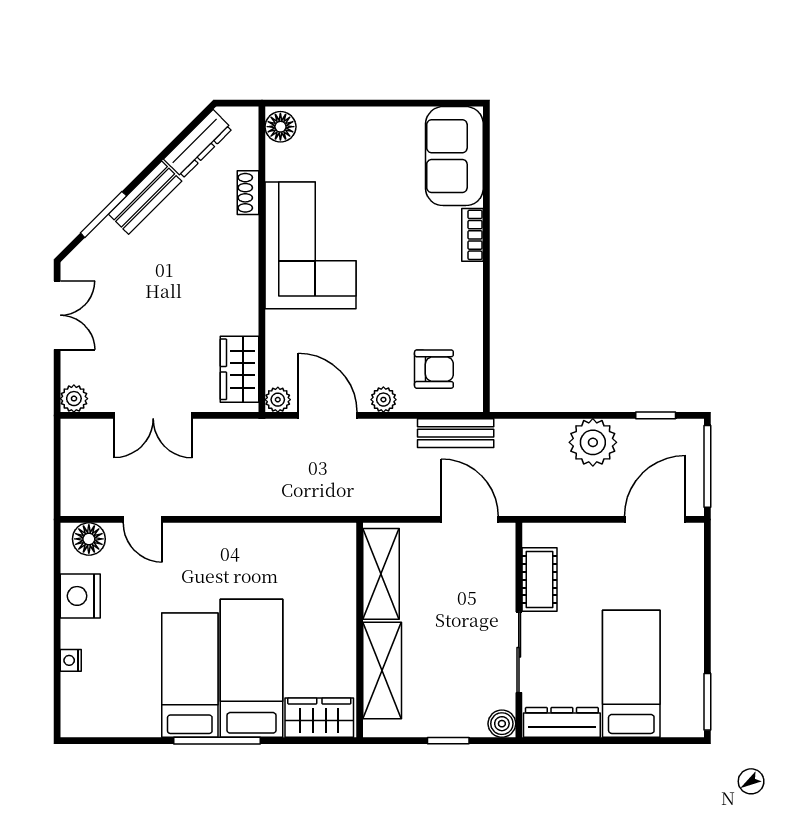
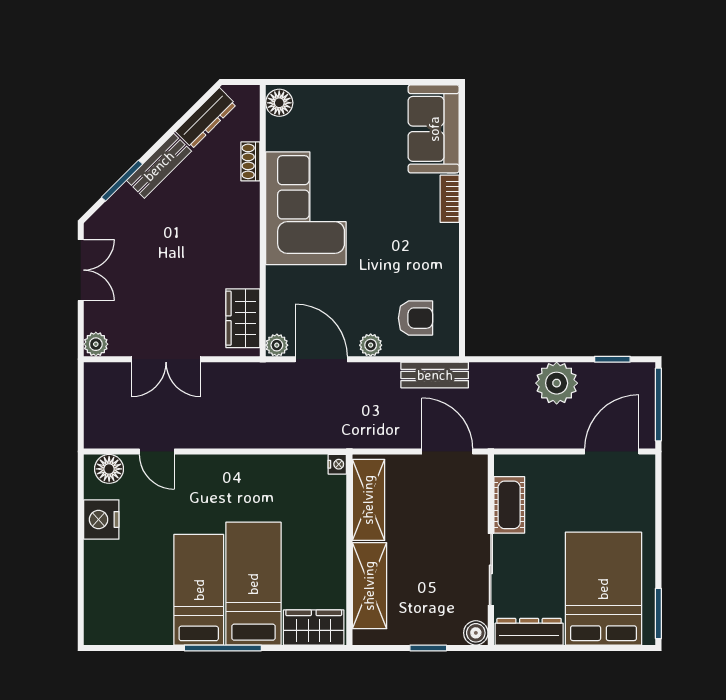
nightstand: (71, 660) -> (337, 464), moved, turned 180
bed: (631, 674) -> (603, 589), width x1.50

